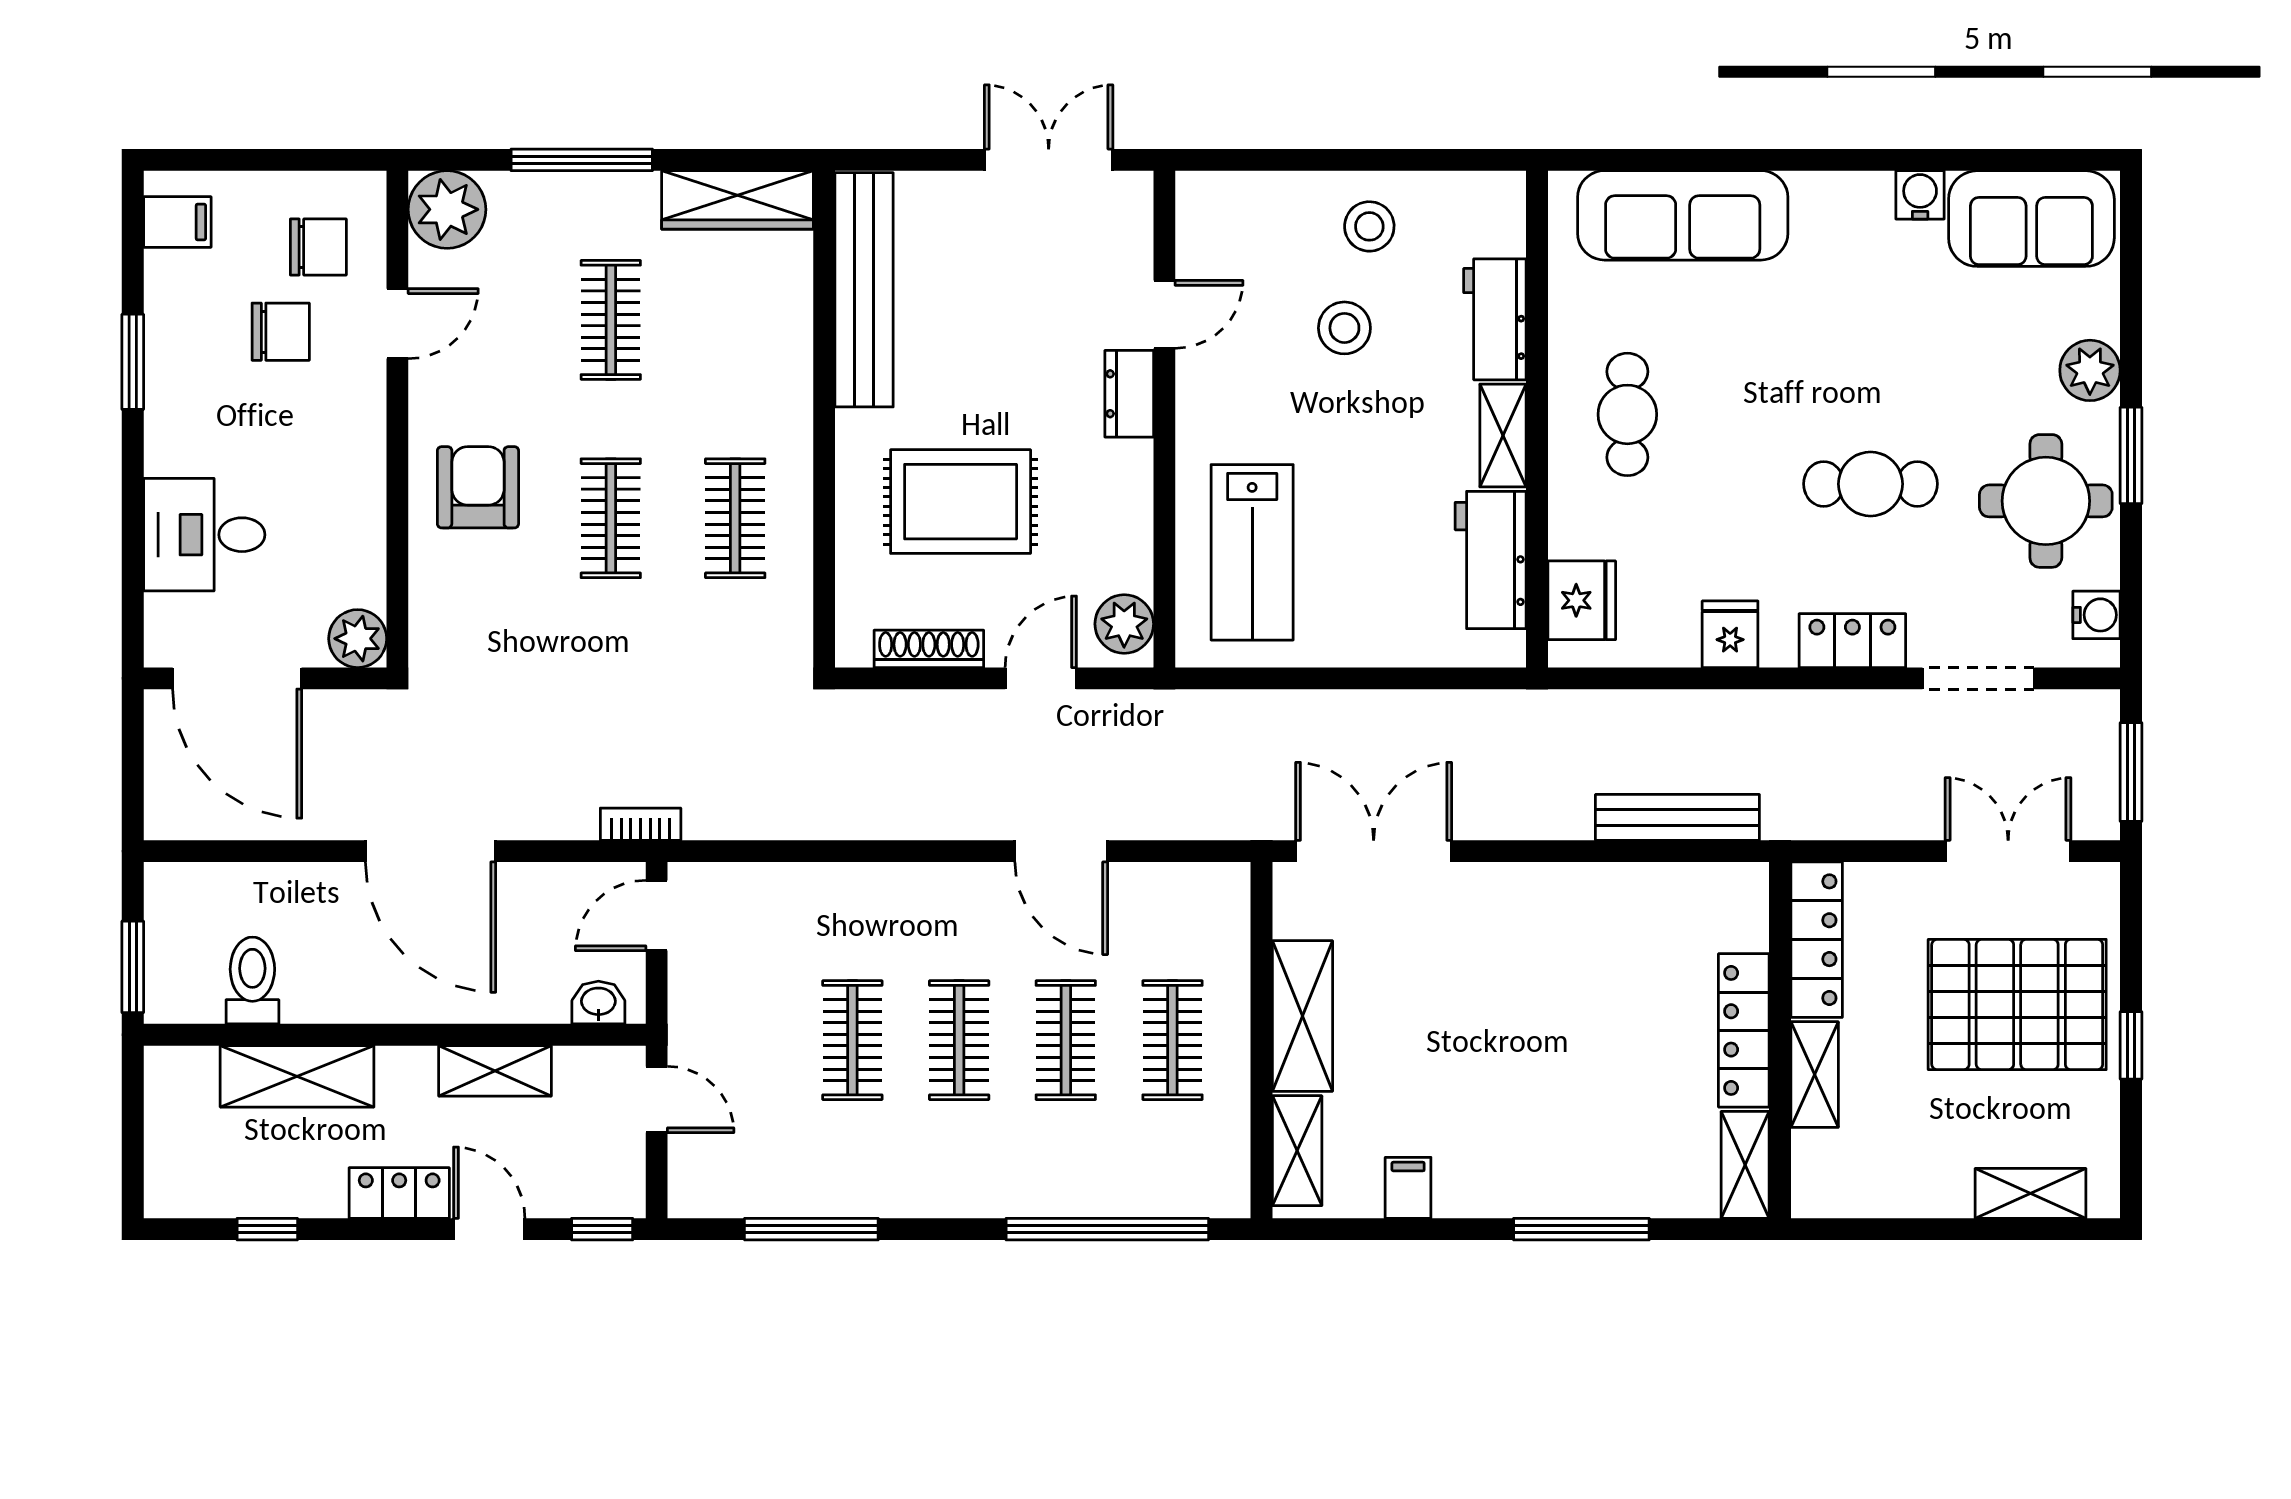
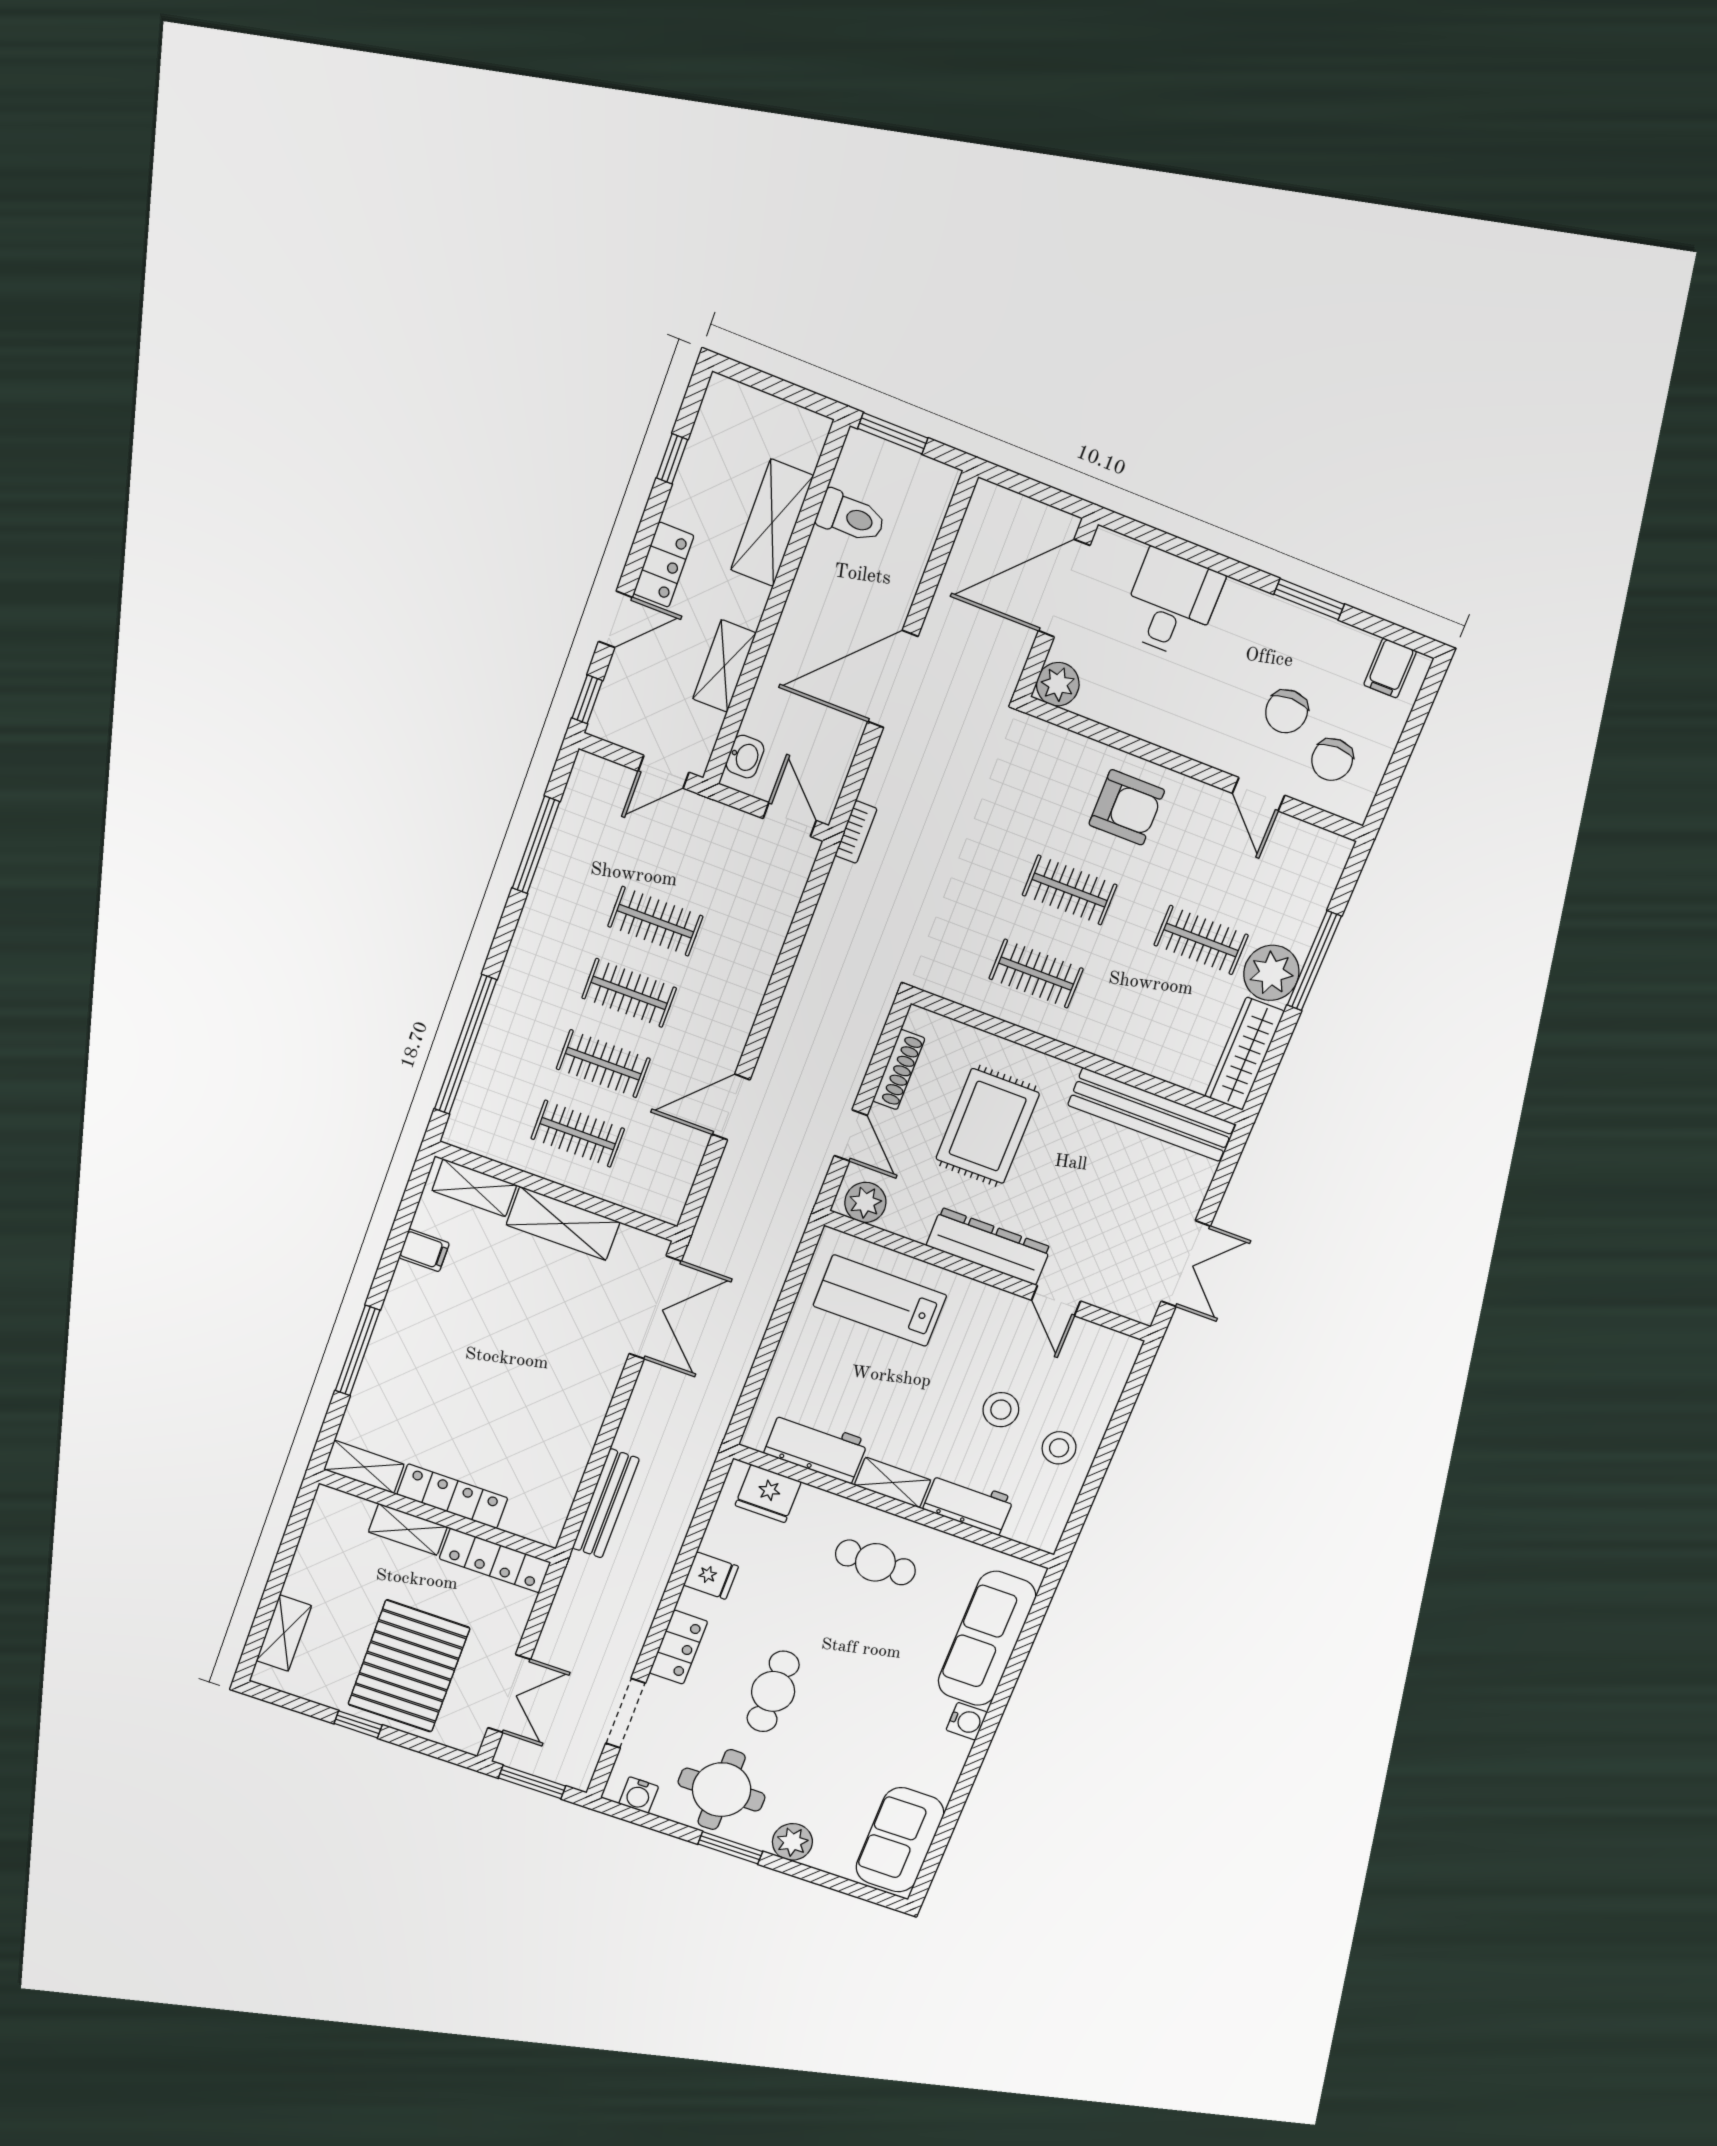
water cooler: (1920, 195) -> (967, 1721), moved
plant: (447, 209) -> (1271, 973), moved
dresser: (1129, 394) -> (989, 1246), width x1.96, depth x1.24

